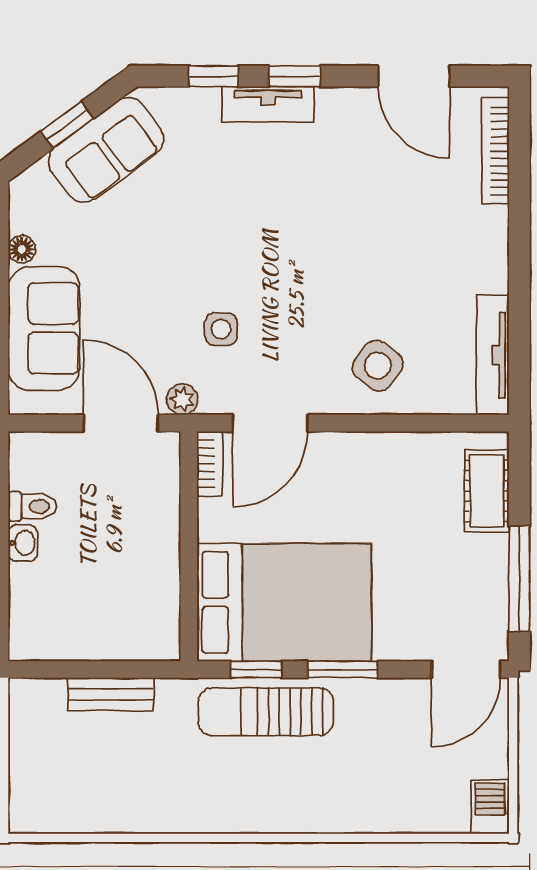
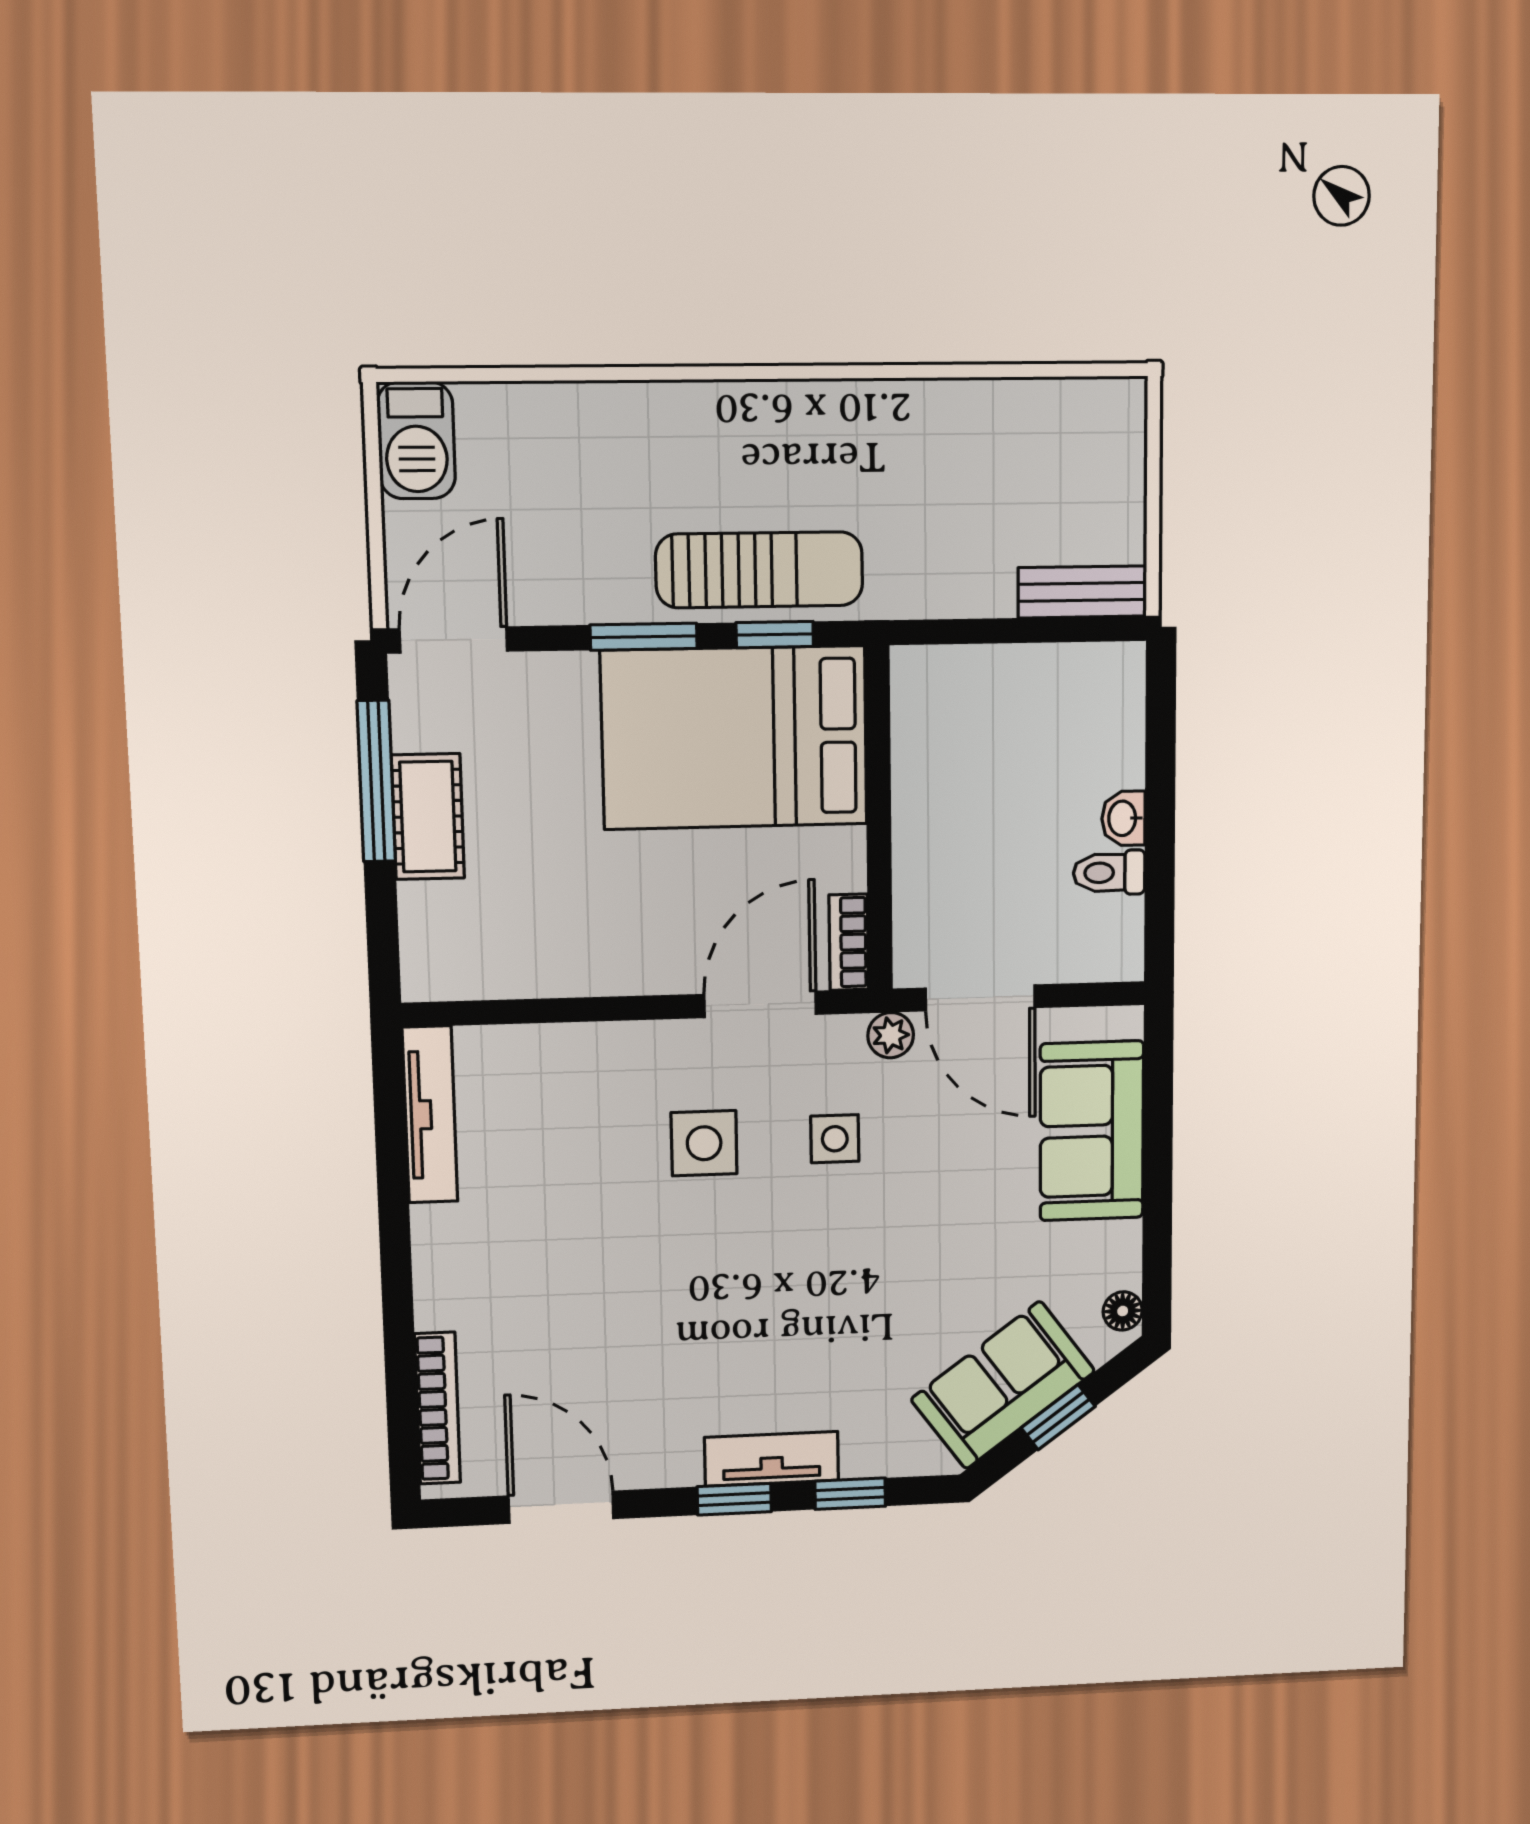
floor lamp: (22, 249) -> (1123, 1311), moved
side table: (378, 366) -> (704, 1143), moved, turned -37
cot: (487, 491) -> (428, 817), moved
bench: (111, 694) -> (1082, 592), moved
barbecue: (490, 807) -> (416, 440), width x1.38, depth x1.27

